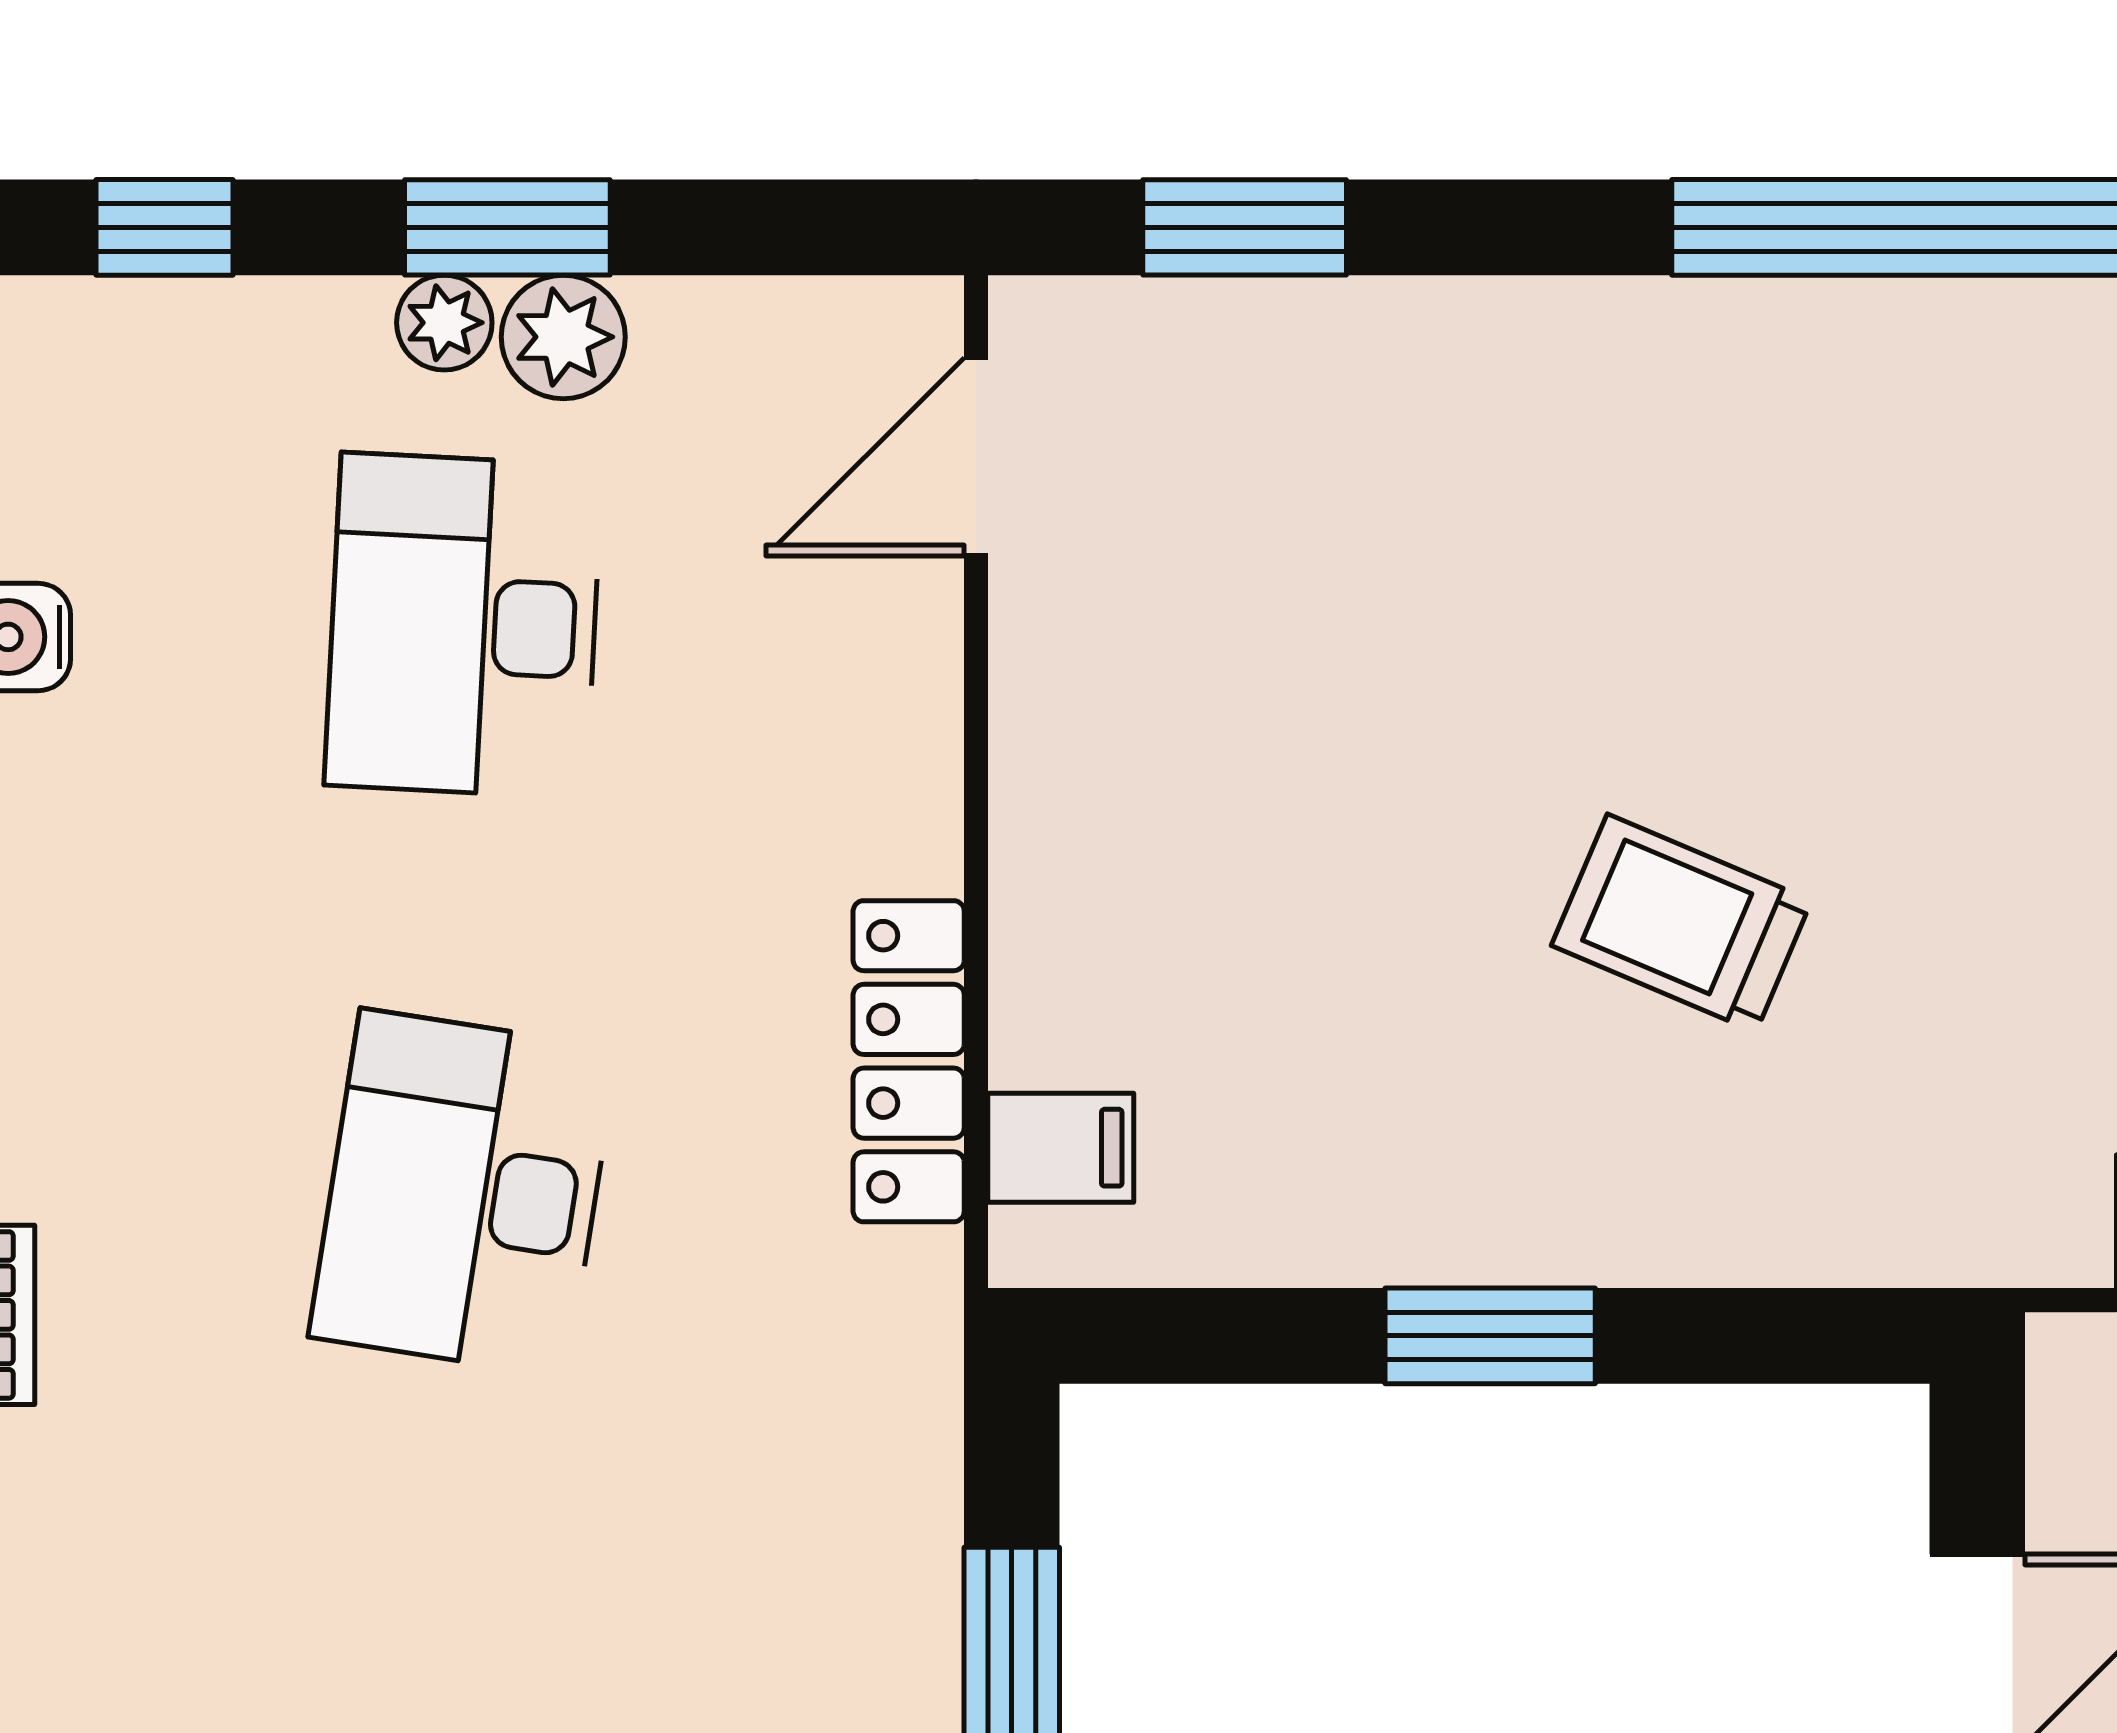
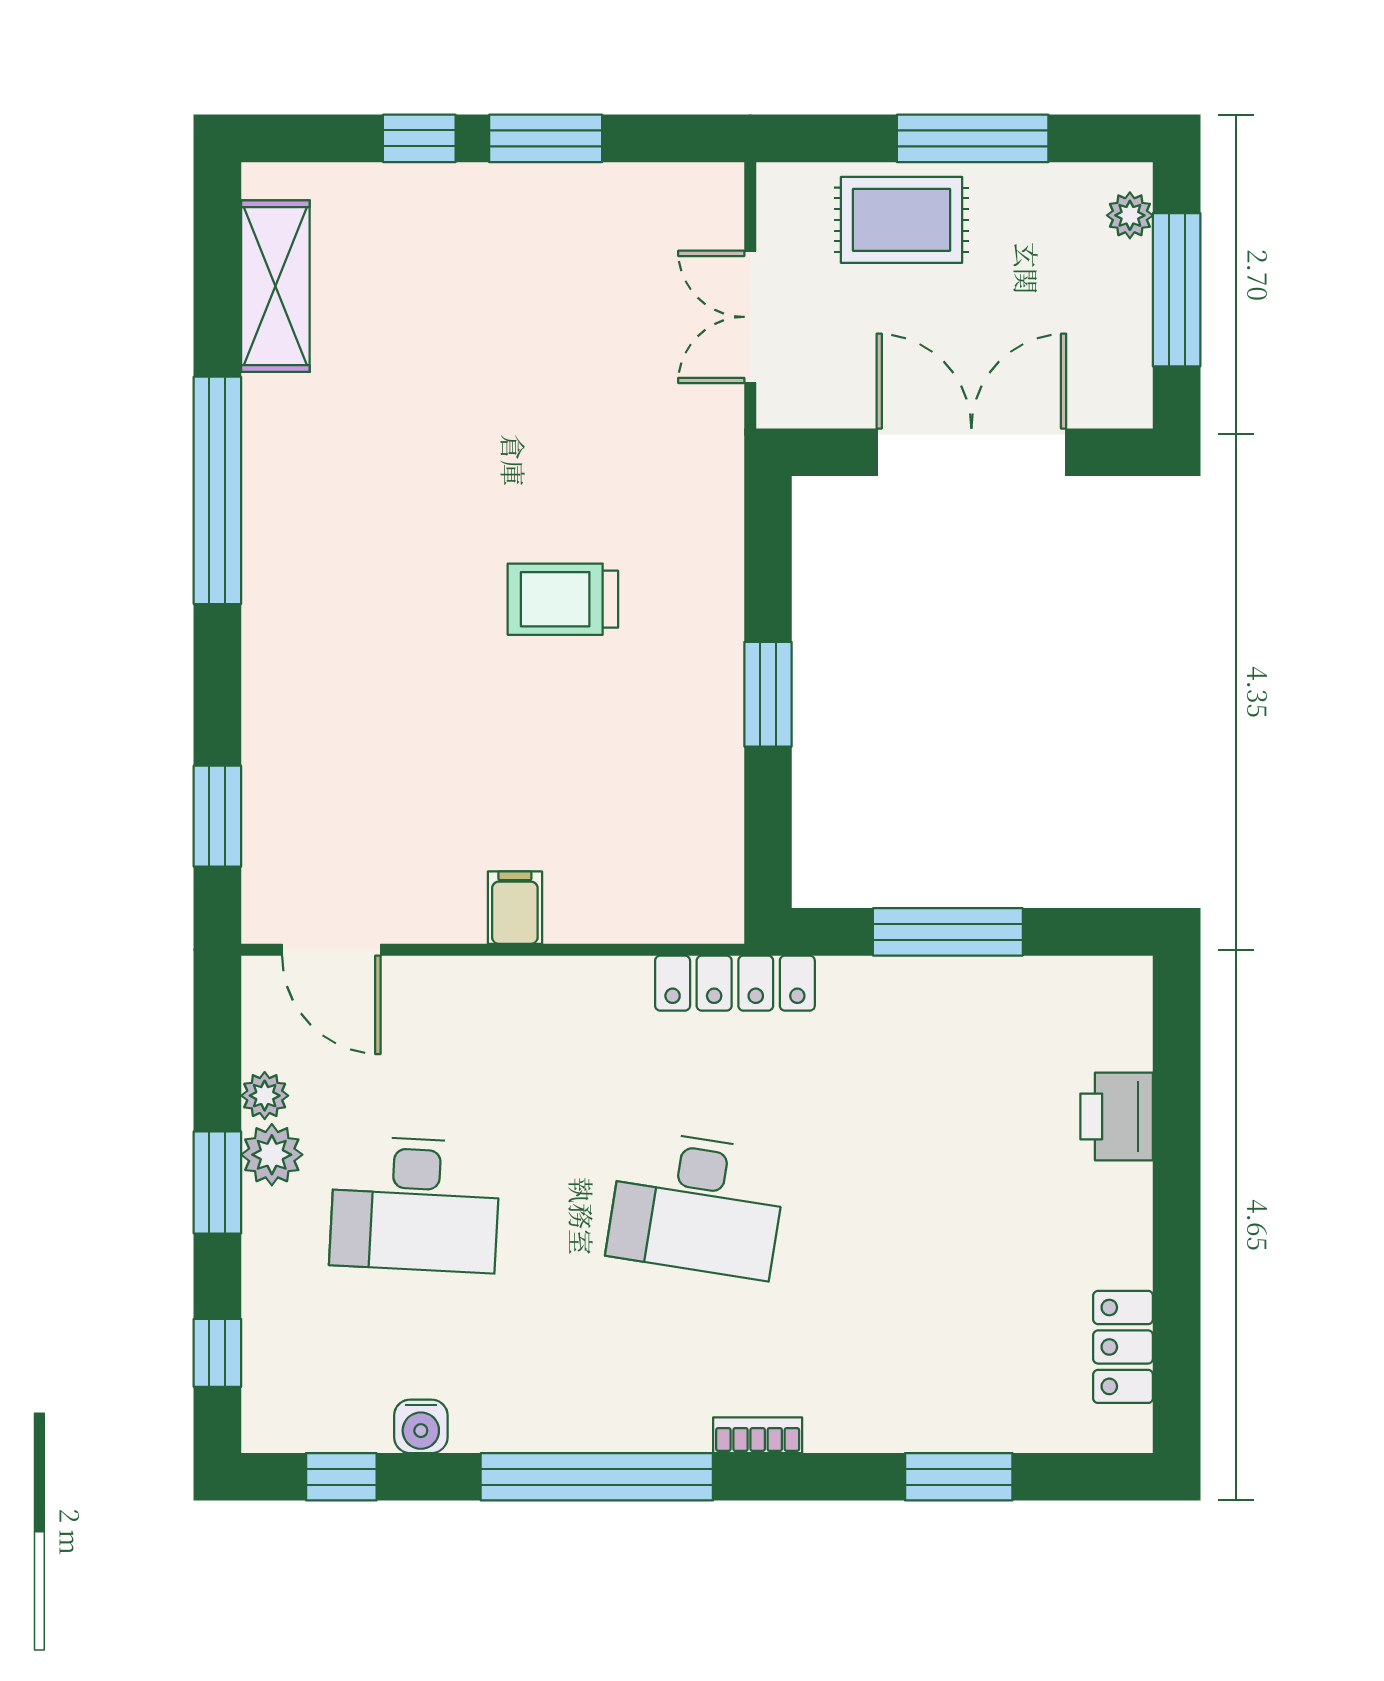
plant: (444, 323) -> (265, 1096), moved
trolley: (1681, 923) -> (563, 599), turned 67
locker: (909, 1061) -> (735, 983), moved
filing cabinet: (1061, 1148) -> (515, 908), moved

